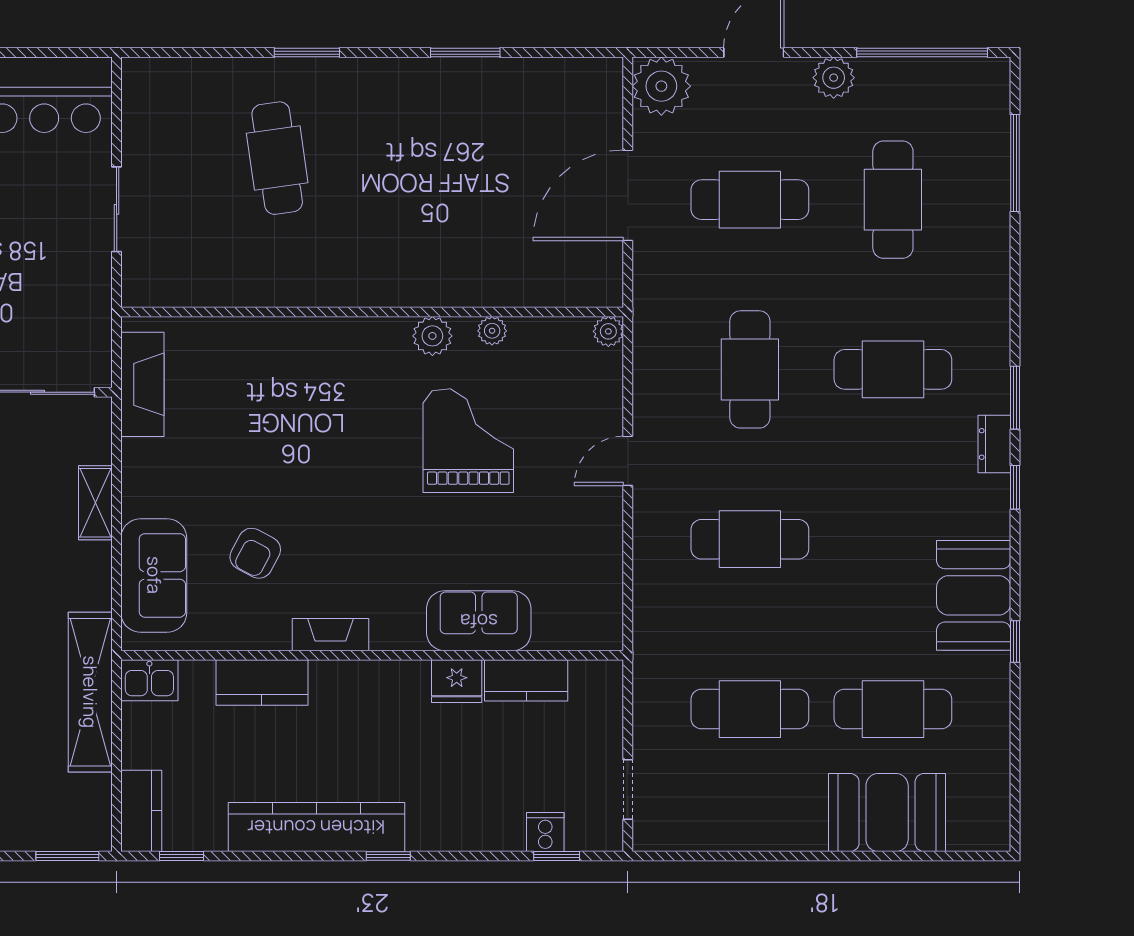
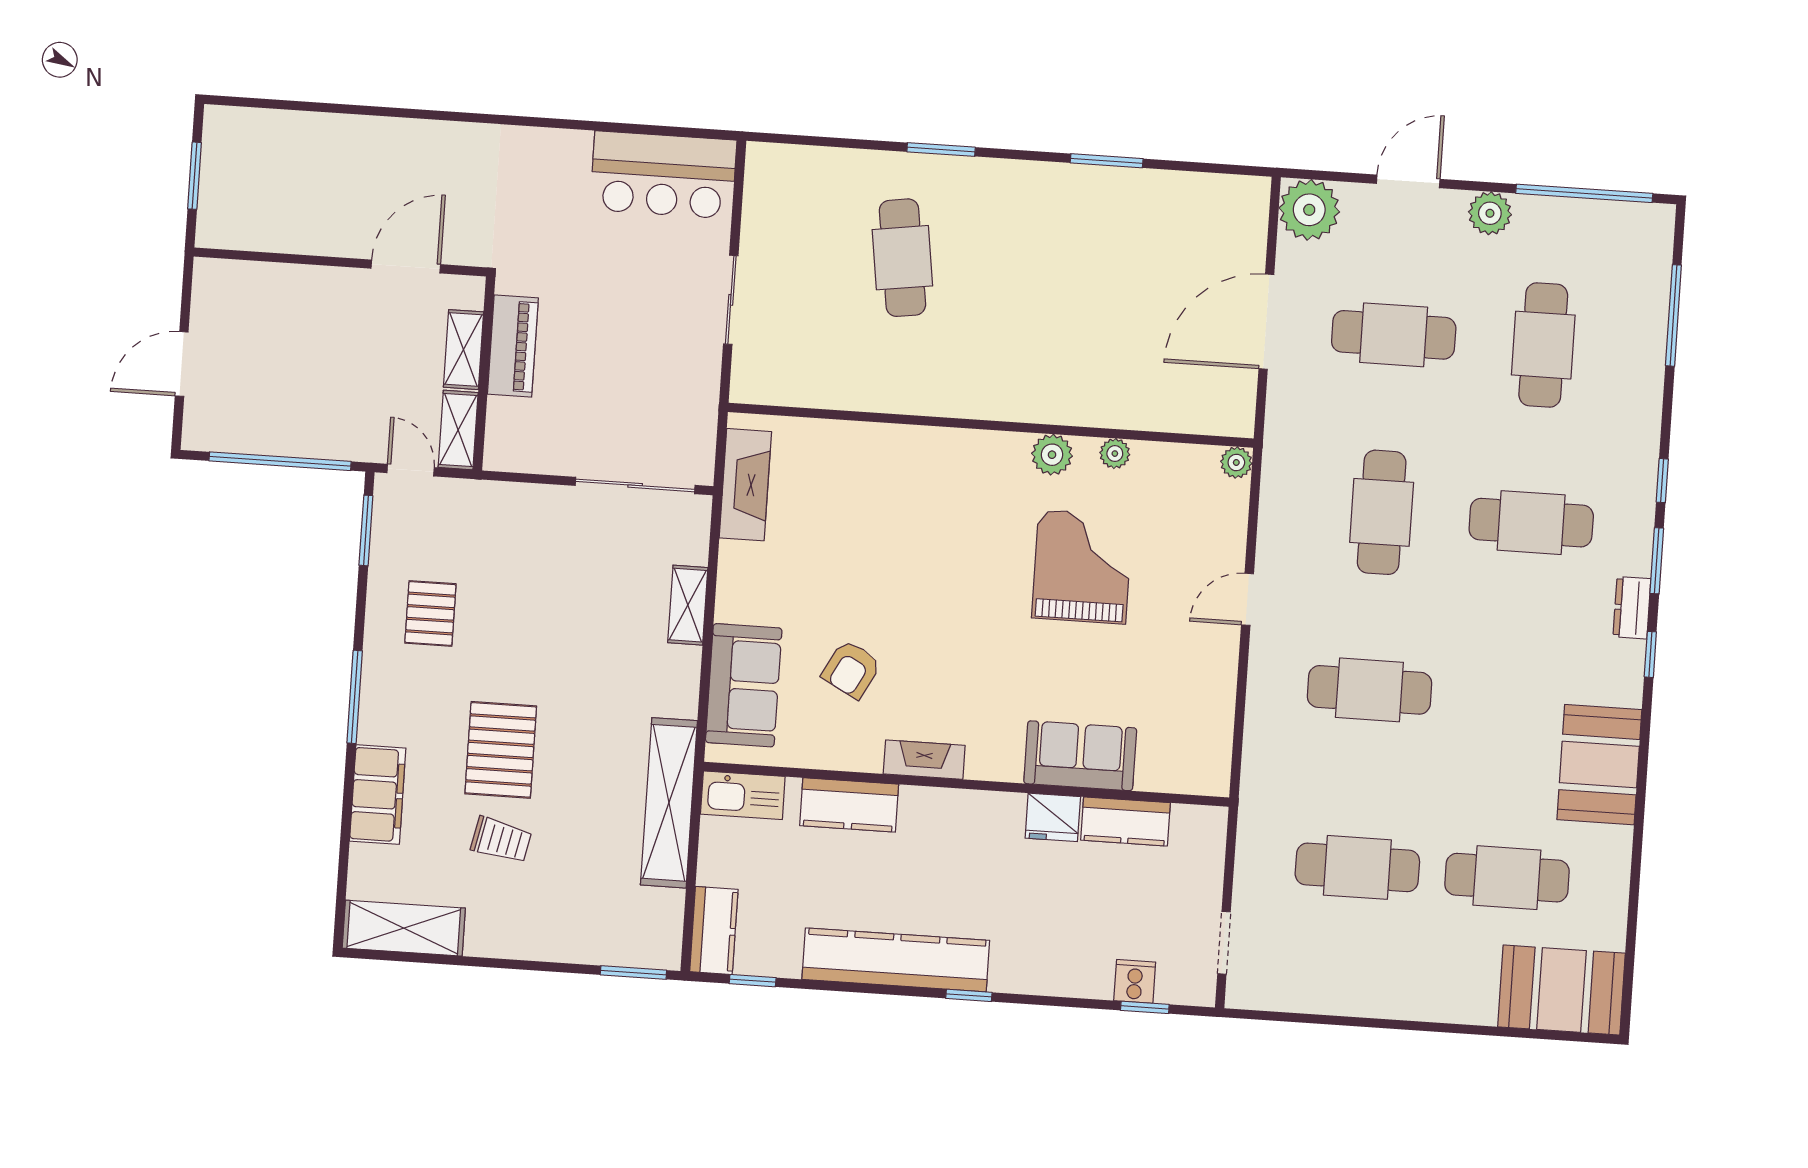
window: (1015, 641) -> (1662, 481), moved
kitchen sink: (149, 680) -> (743, 795), width x1.38
booth: (887, 813) -> (1562, 990), moved

